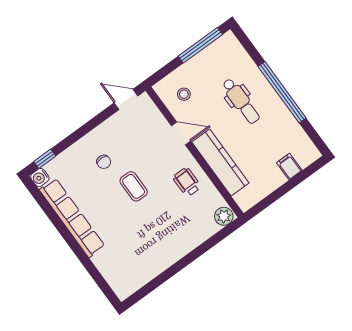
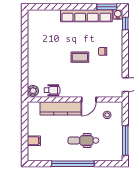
wheelchair: (187, 182) -> (52, 90), moved
window: (40, 199) -> (107, 7), added

